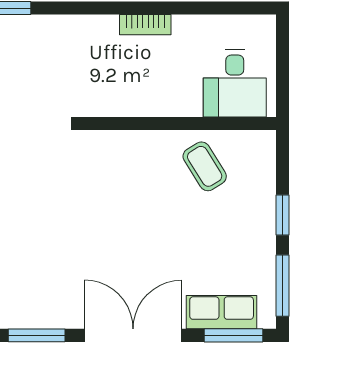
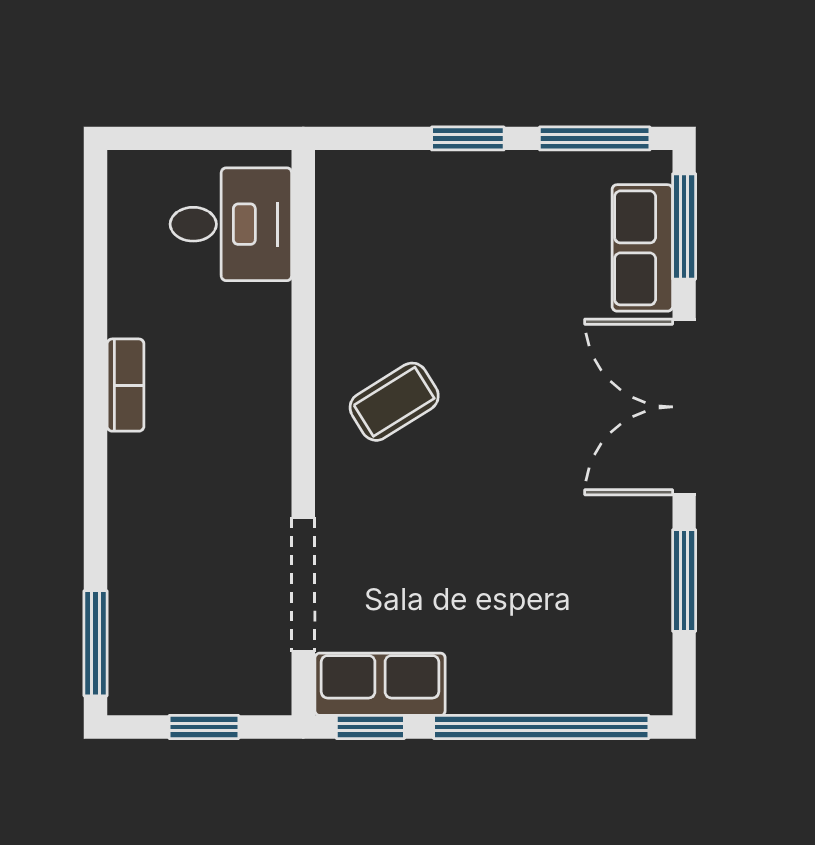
coffee table: (205, 166) -> (394, 402), moved

